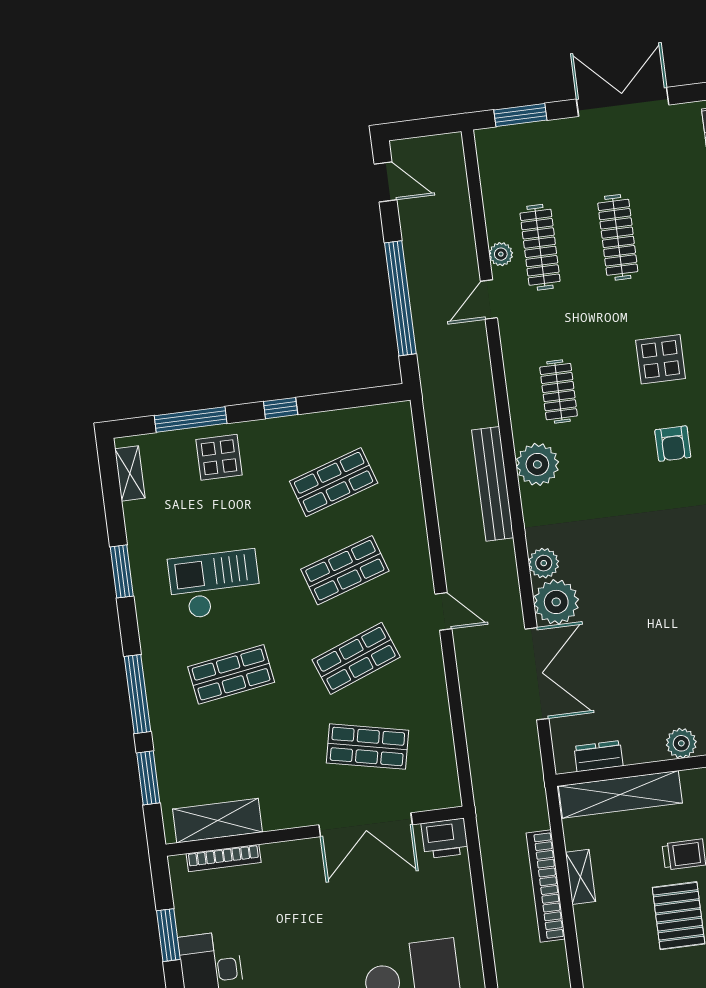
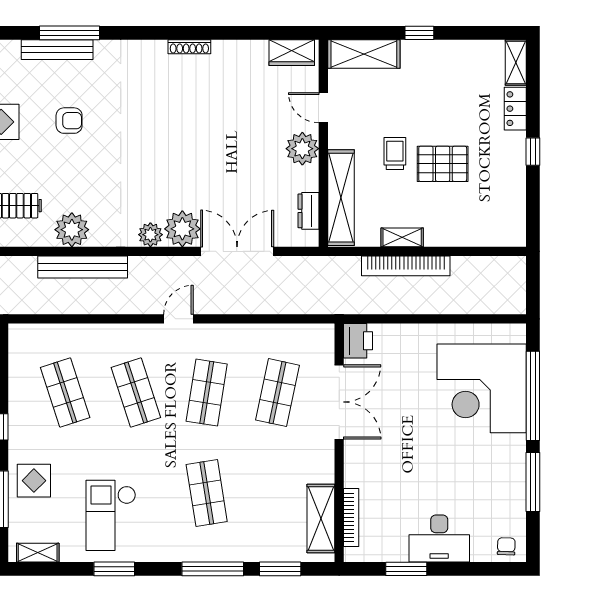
checkout: (215, 584) -> (111, 515), moved
shop shelf: (356, 658) -> (207, 393), turned 30
plant: (681, 743) -> (302, 149), width x1.36, depth x1.36

